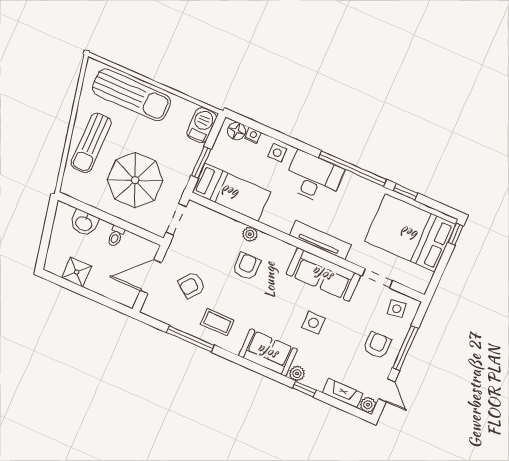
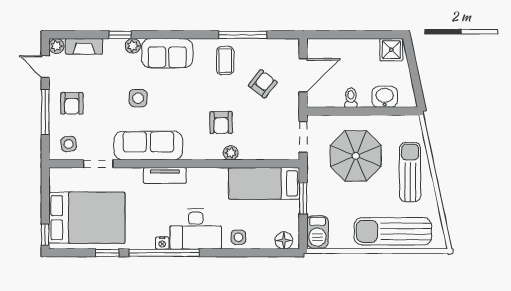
nightstand: (253, 135) -> (162, 243), moved
tv unit: (320, 240) -> (165, 176), width x0.71
shower: (77, 272) -> (391, 50), moved
coffee table: (217, 322) -> (225, 61), turned 90

